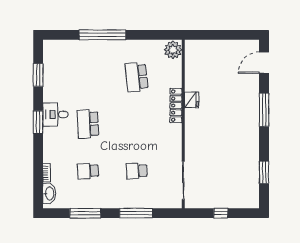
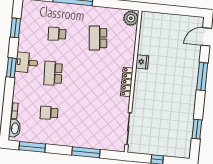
locker: (176, 106) -> (127, 82), moved
school desk: (137, 171) -> (57, 34), moved
window: (85, 213) -> (32, 147), moved

